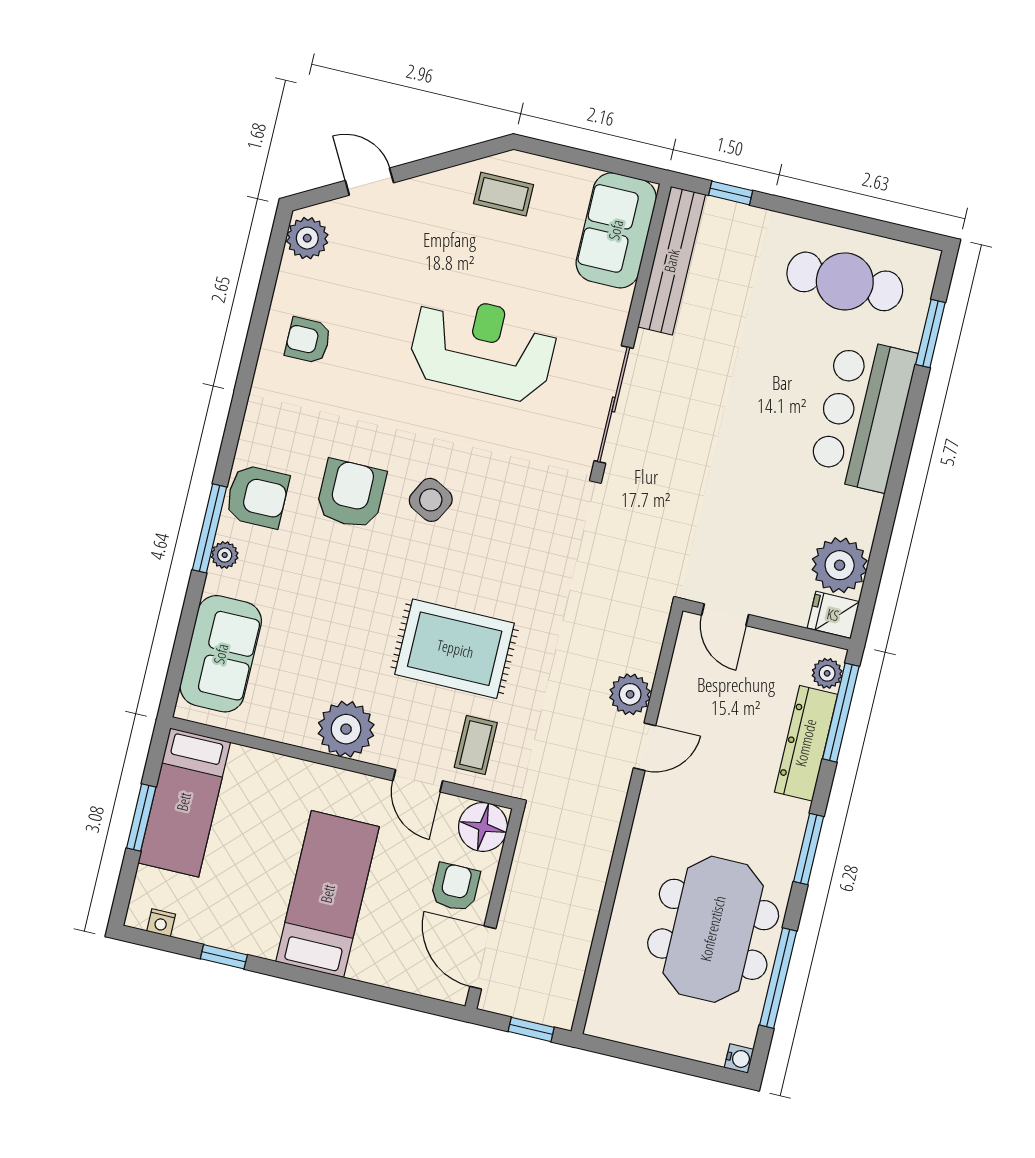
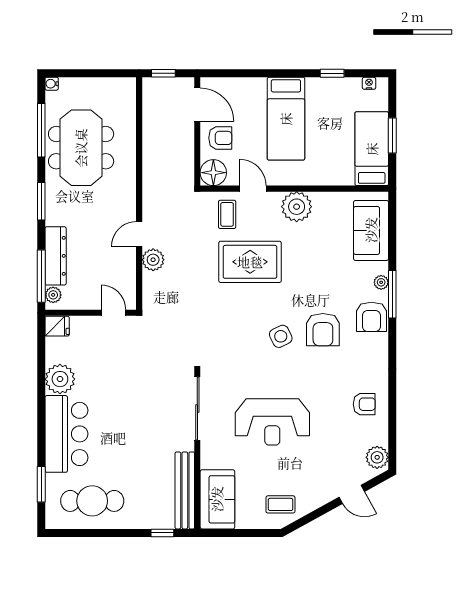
armchair: (257, 496) -> (371, 317), turned -90
side table: (431, 500) -> (281, 336), turned 36
plant: (840, 565) -> (60, 379), moved
armchair: (455, 887) -> (220, 138), turned -90

